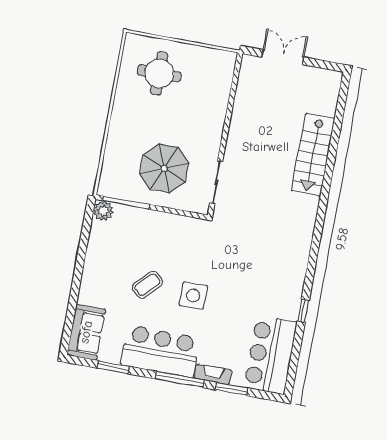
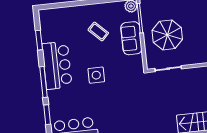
coffee table: (147, 285) -> (98, 31), moved
sofa: (86, 332) -> (131, 38), moved, turned 90
fireplace: (213, 374) -> (53, 101), removed

